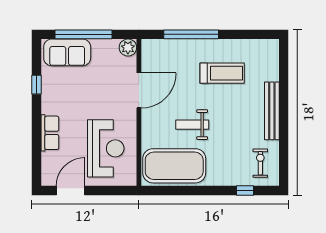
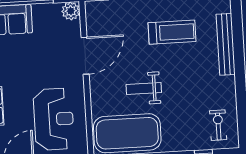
bench: (272, 111) -> (226, 44), moved

